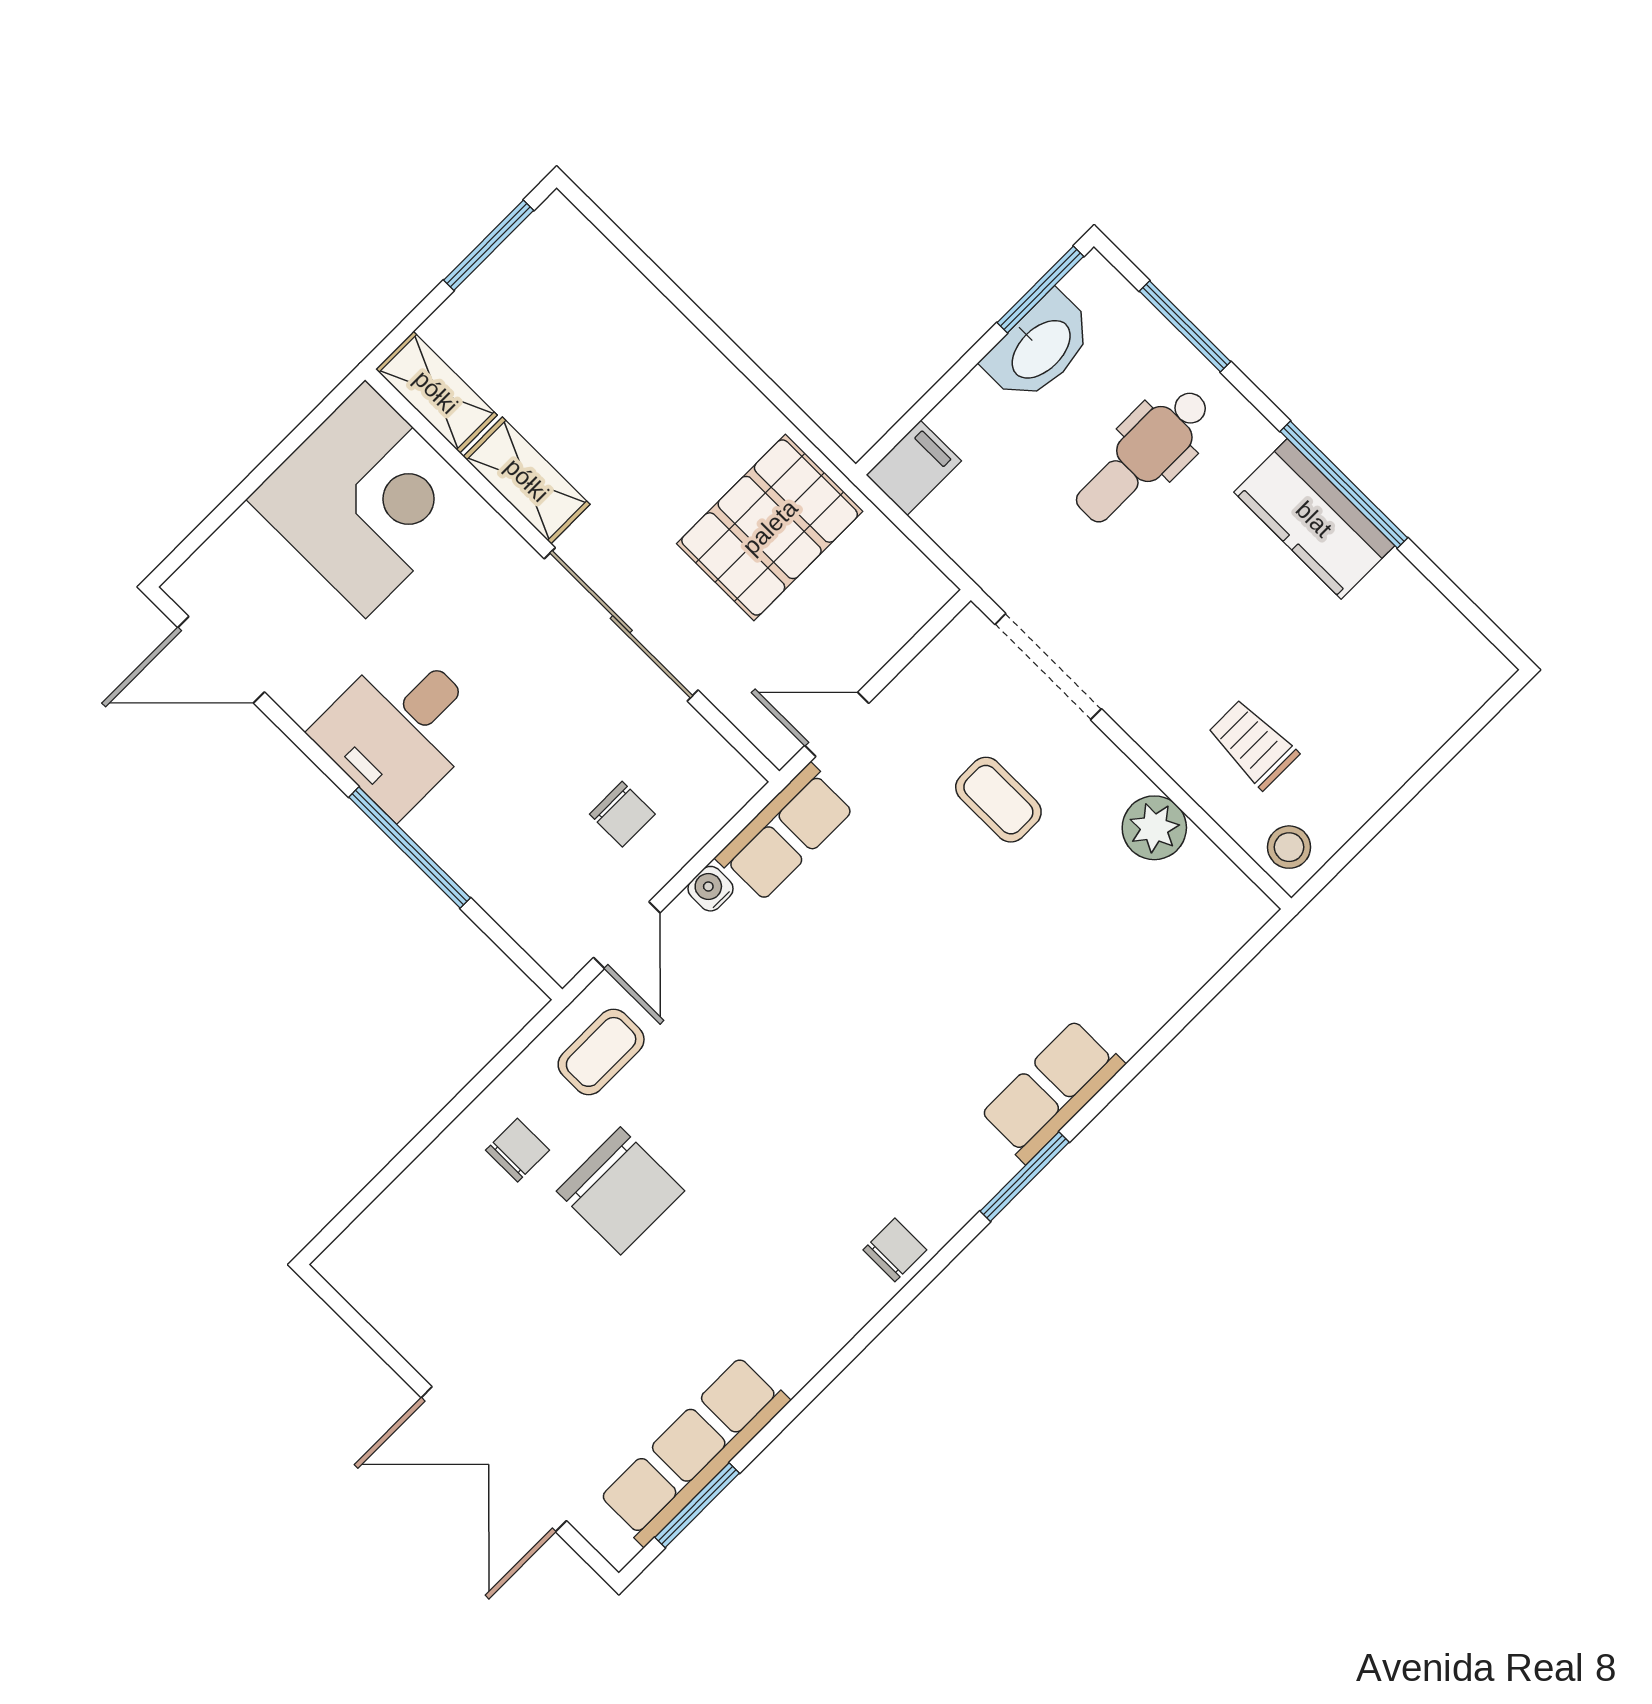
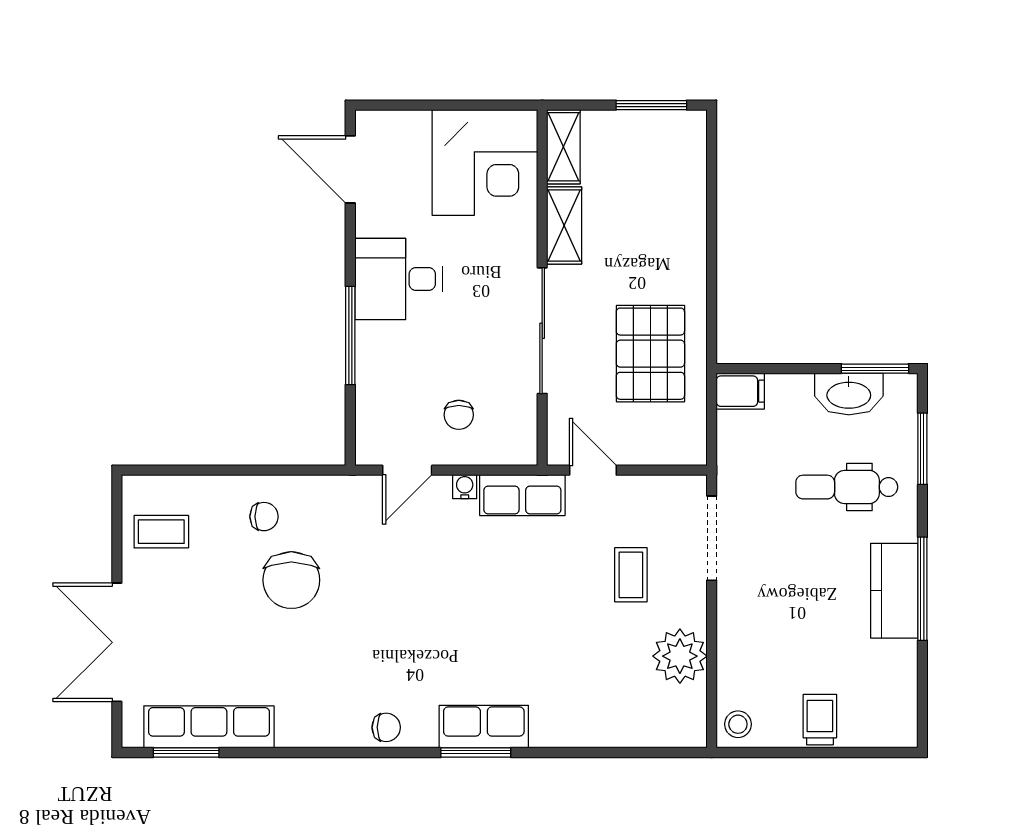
pallet: (770, 527) -> (650, 354), turned 90
trolley: (1253, 744) -> (820, 720), moved
plant: (1154, 828) -> (680, 656), width x1.36, depth x1.36
coffee table: (601, 1052) -> (161, 532), moved
row of seats: (1052, 1091) -> (484, 727), moved

